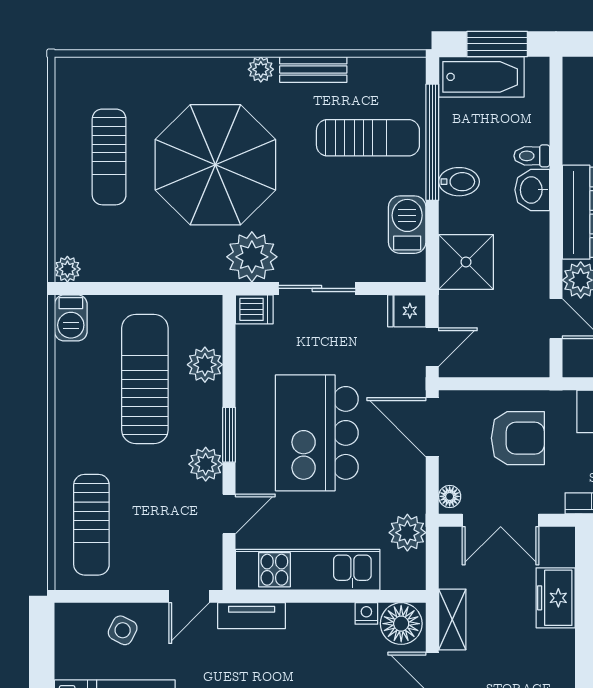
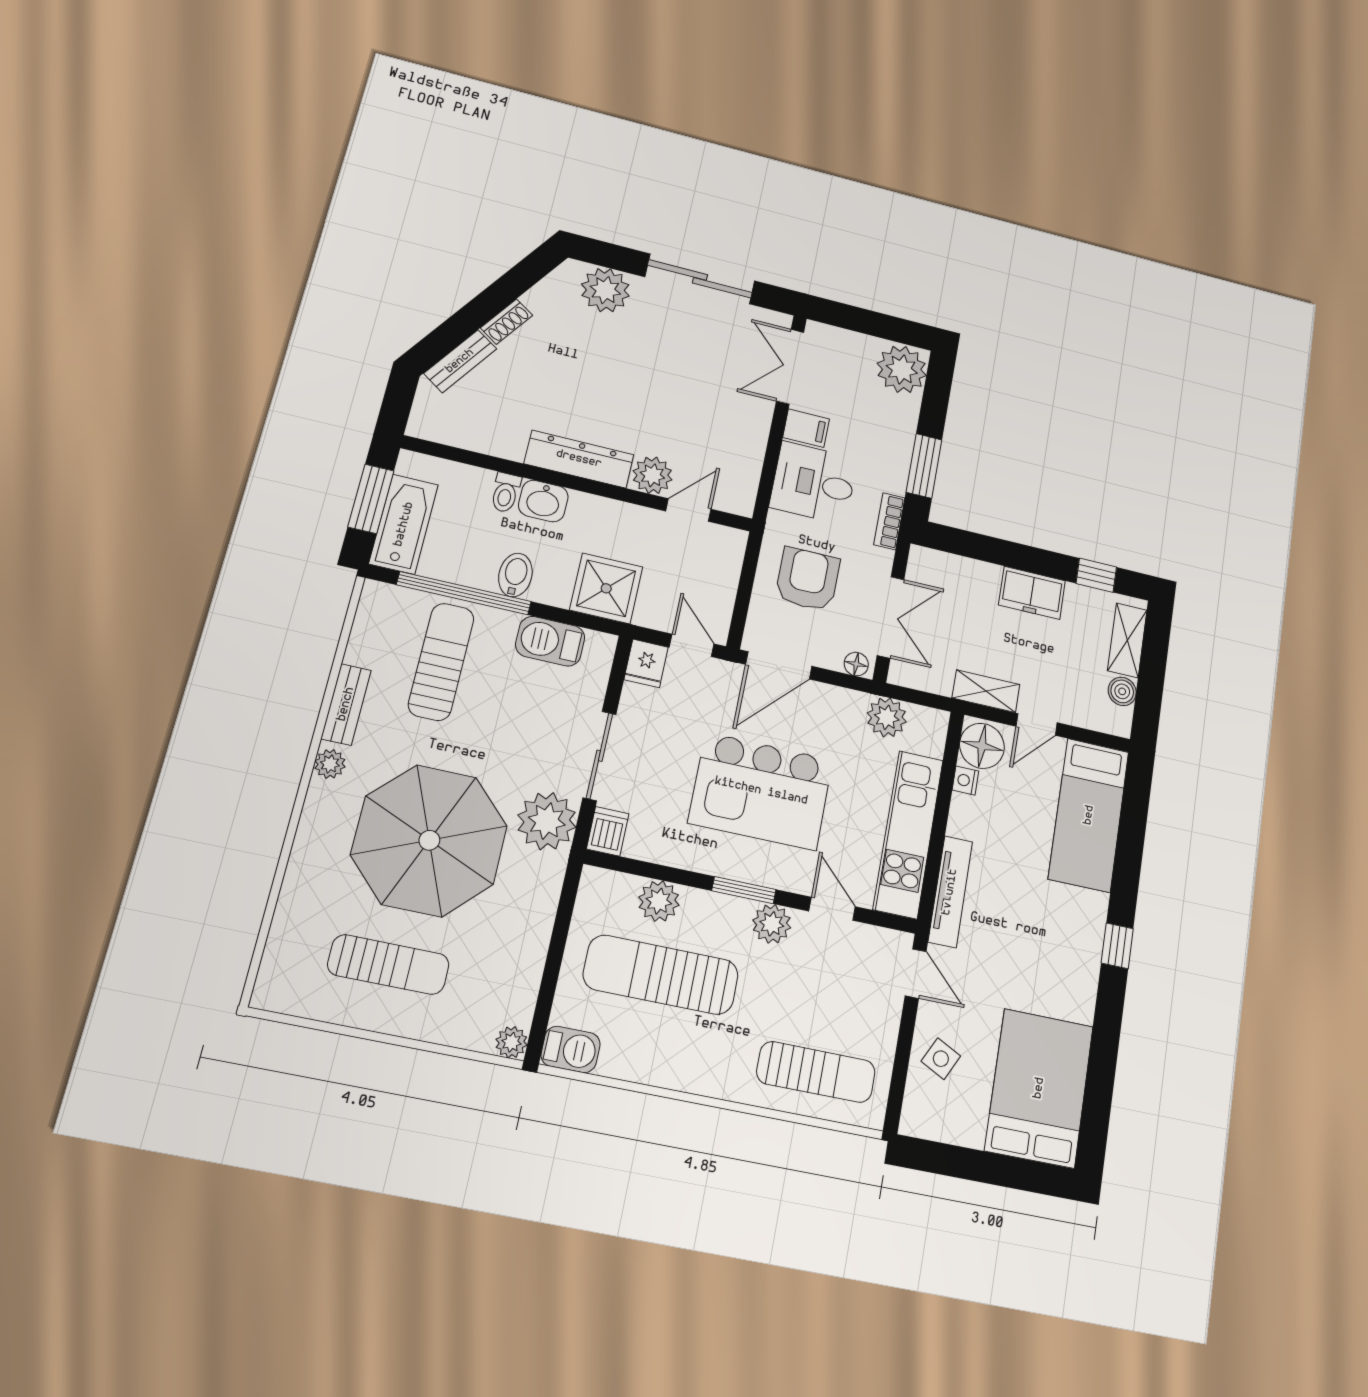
freezer: (556, 598) -> (1032, 593), moved
tv unit: (252, 616) -> (950, 892), width x1.41

